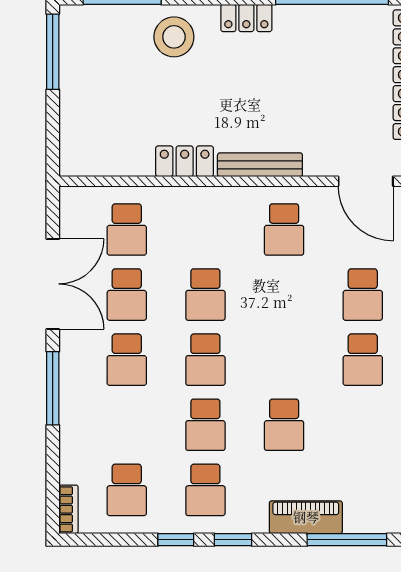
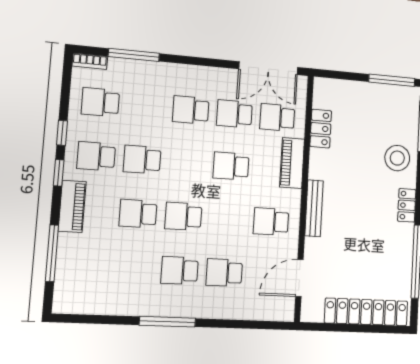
locker: (185, 161) -> (321, 129), moved
piano: (194, 203) -> (292, 163), added
double door: (53, 284) -> (268, 68), moved
school desk: (205, 360) -> (183, 216), moved
window: (53, 388) -> (134, 55), moved
piano: (306, 517) -> (72, 206), moved

